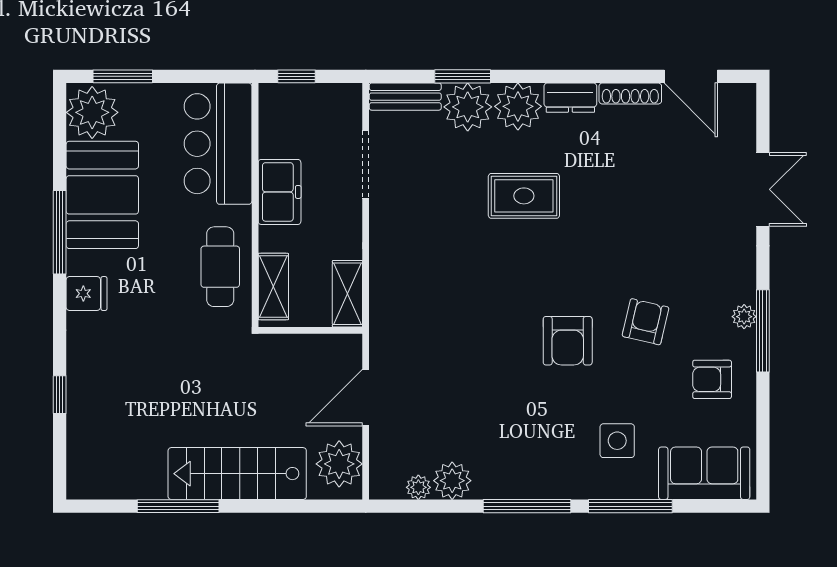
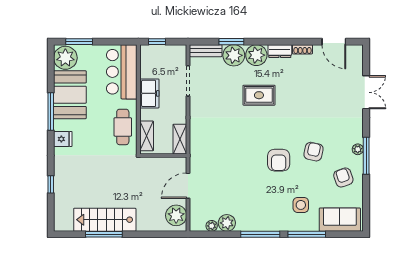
shoe rack: (630, 94) -> (303, 49), width x0.70
armchair: (712, 379) -> (343, 177), turned 71
stairs: (237, 474) -> (105, 220), moved

